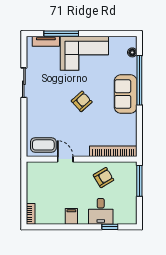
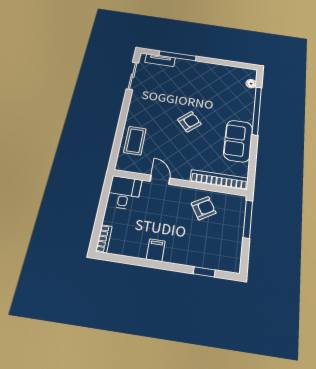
corner sofa: (84, 53) -> (199, 77), removed
sliding door: (24, 83) -> (133, 76), moved
sofa: (126, 94) -> (238, 141), moved
coffee table: (43, 145) -> (135, 141), moved, turned 90
desk: (101, 211) -> (124, 193), moved, turned 180

